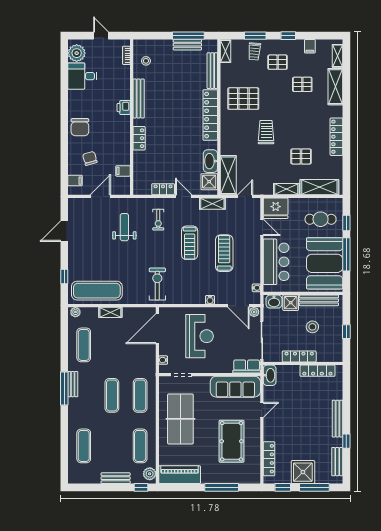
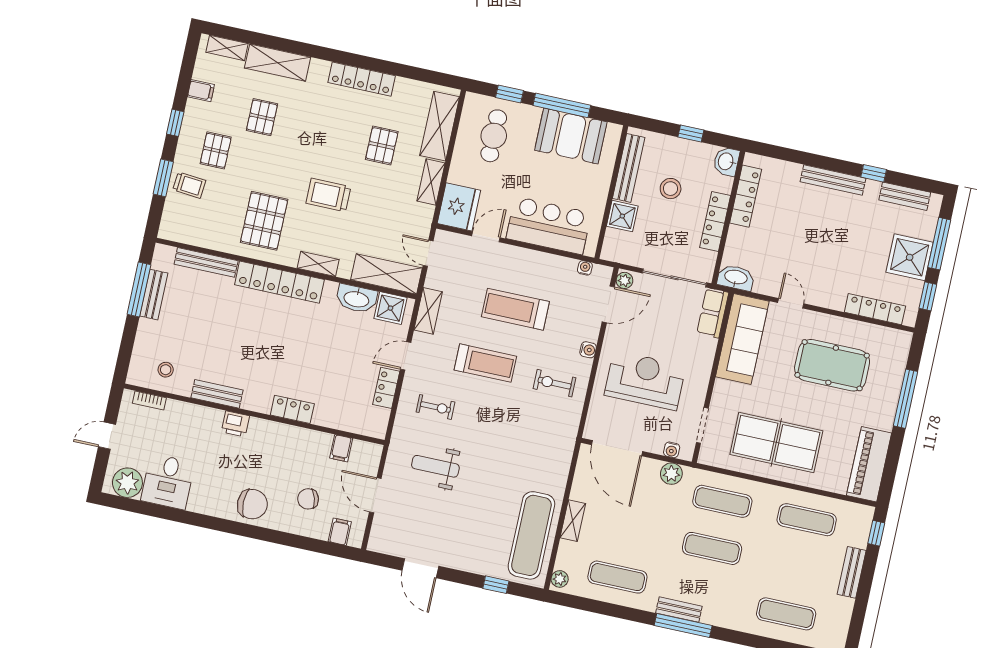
shelving: (225, 51) -> (318, 264), moved
bench: (139, 98) -> (217, 394), width x0.73
booth: (325, 263) -> (571, 136), width x0.73, depth x0.70
exercise bike: (157, 284) -> (555, 383), moved, width x0.73, depth x0.72
washbasin: (274, 302) -> (726, 161), moved, turned 180
plant: (150, 474) -> (671, 474), moved

